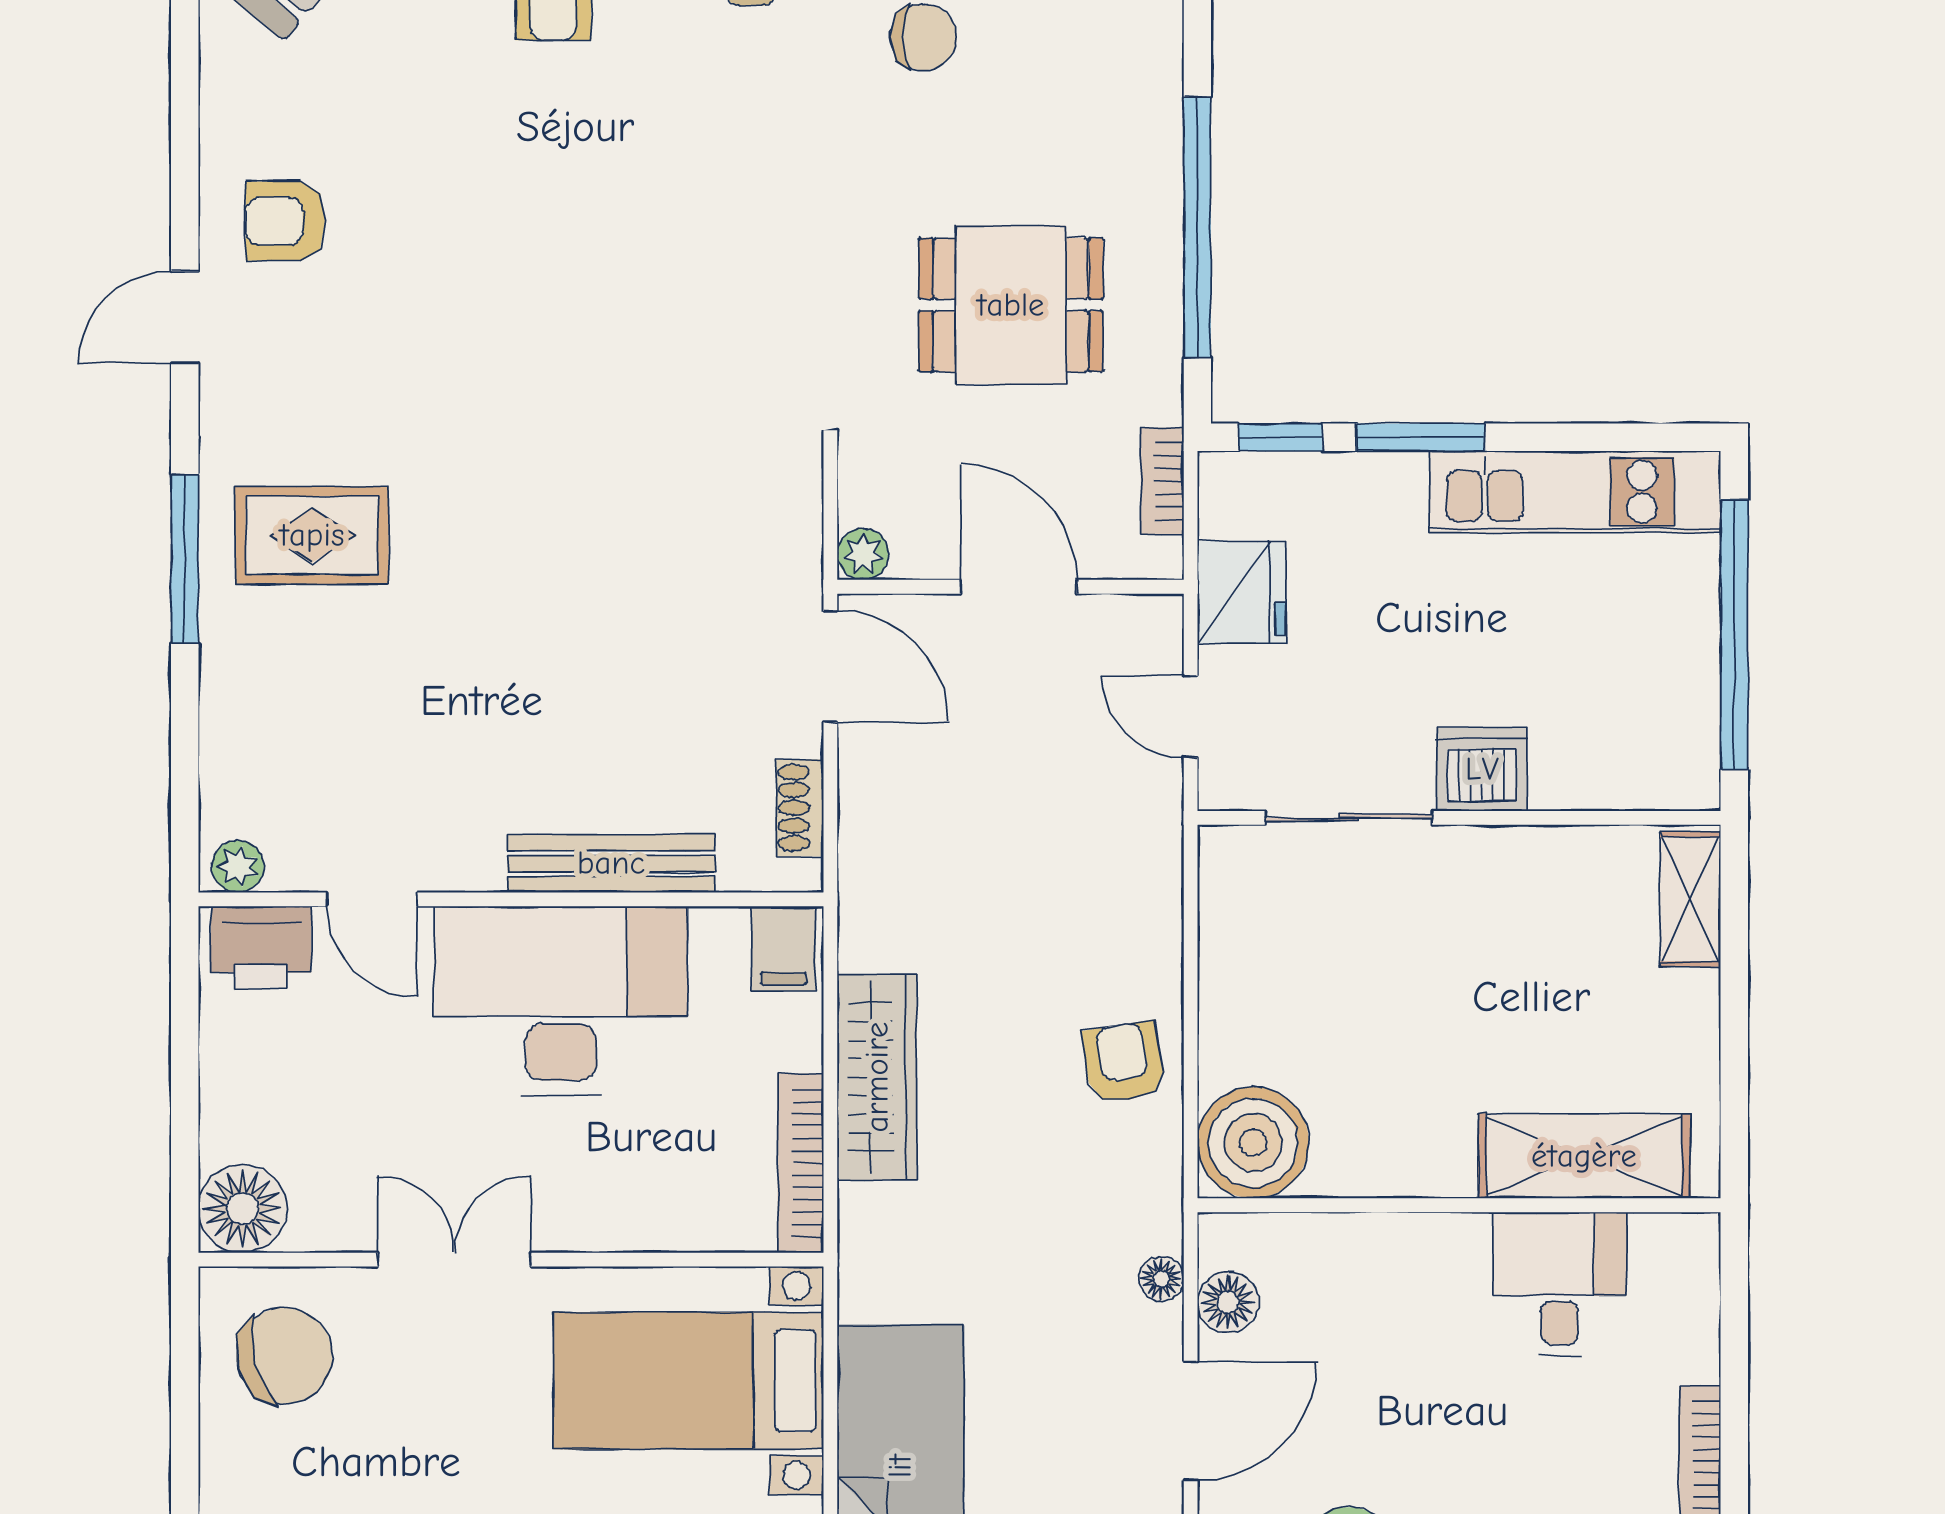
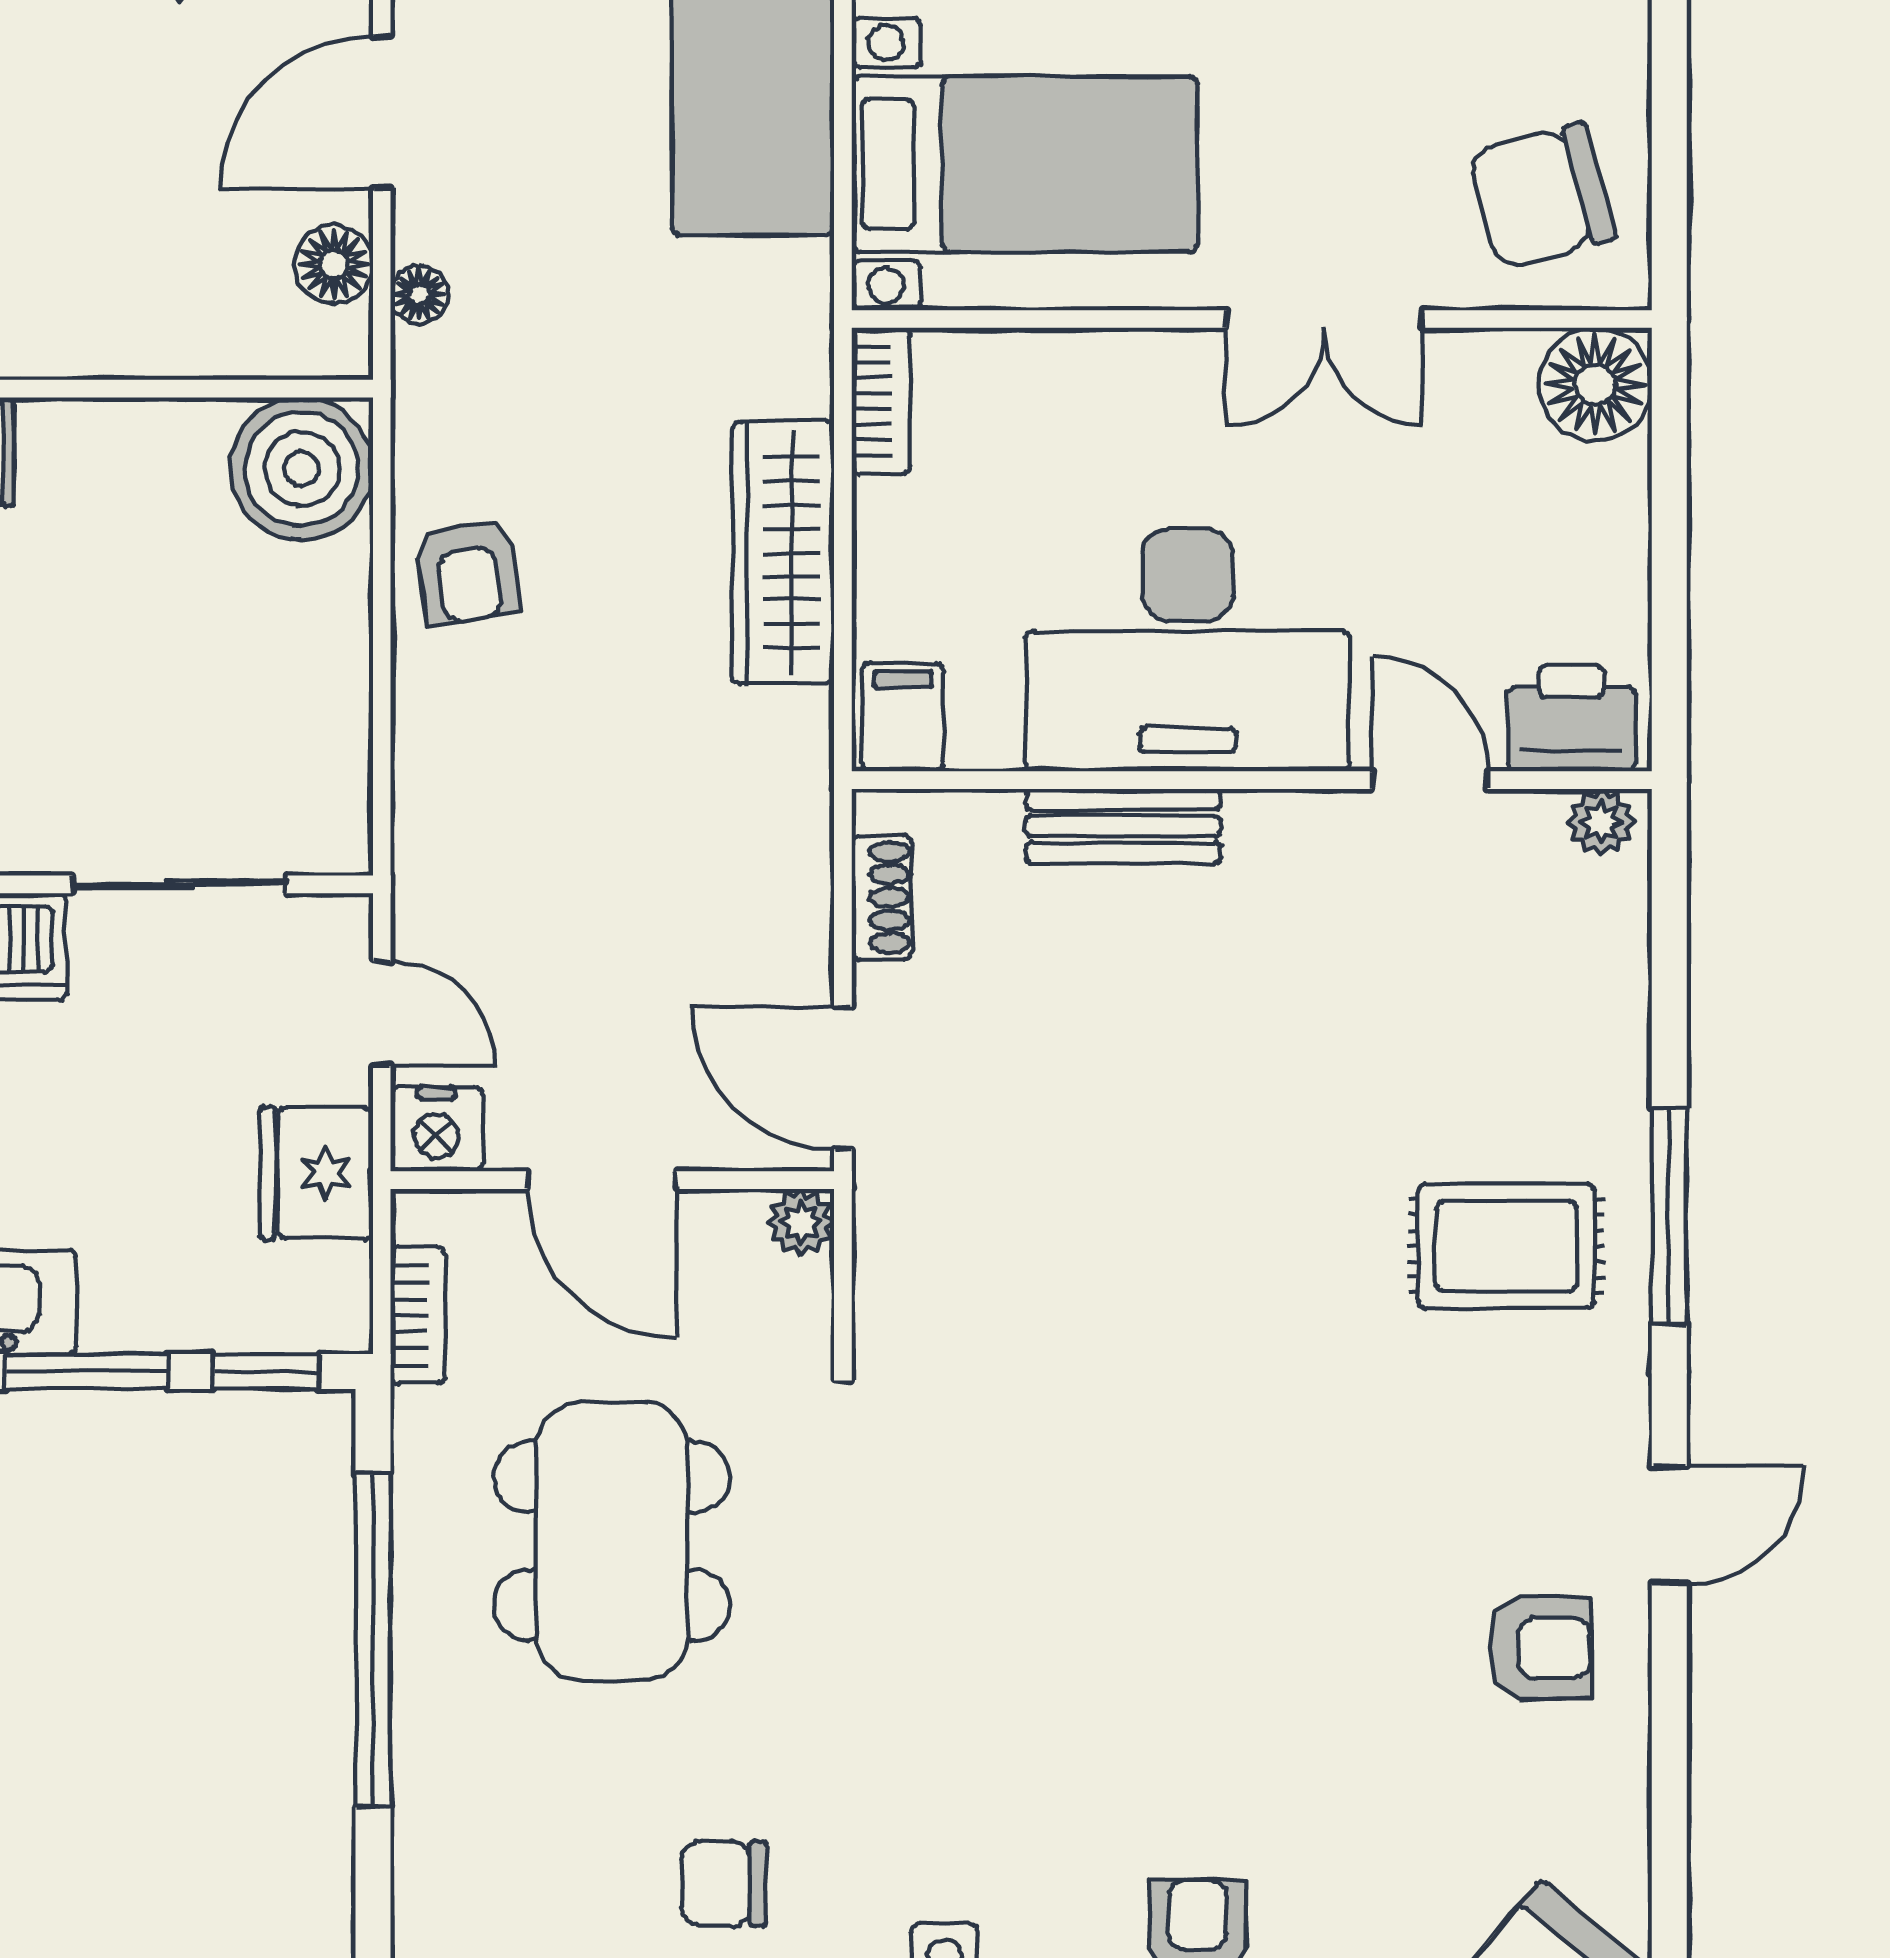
dining table: (1011, 305) -> (612, 1541), width x1.38
nightstand: (1148, 627) -> (436, 1129), added
bench: (611, 863) -> (1123, 826), width x0.73
bookcase: (801, 1163) -> (881, 401), width x0.64

